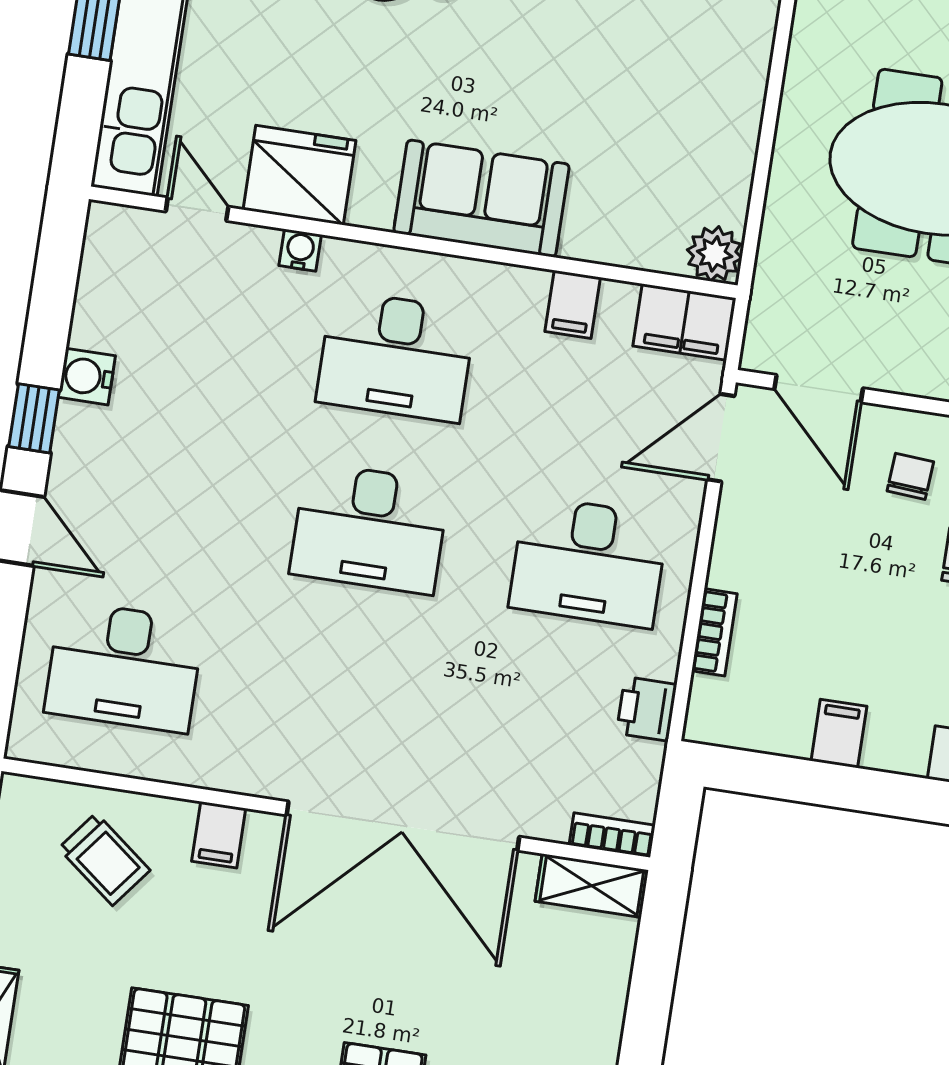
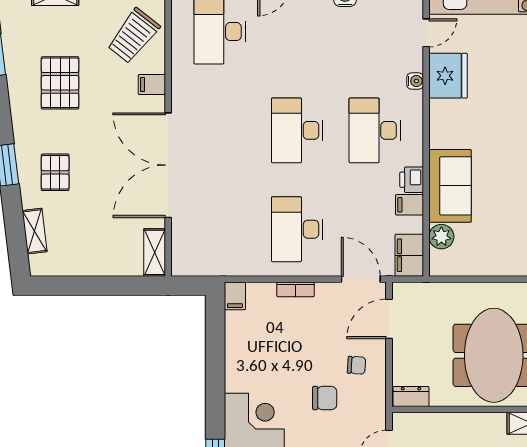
sofa: (481, 198) -> (450, 186), moved
plant: (715, 254) -> (441, 237), moved
bookcase: (714, 632) -> (296, 289), moved
printer: (647, 709) -> (412, 180), moved, turned -90
filing cabinet: (839, 734) -> (235, 296), moved, turned 90
bookcase: (612, 835) -> (178, 258), removed
trolley: (104, 859) -> (133, 36), width x1.36, depth x1.39

